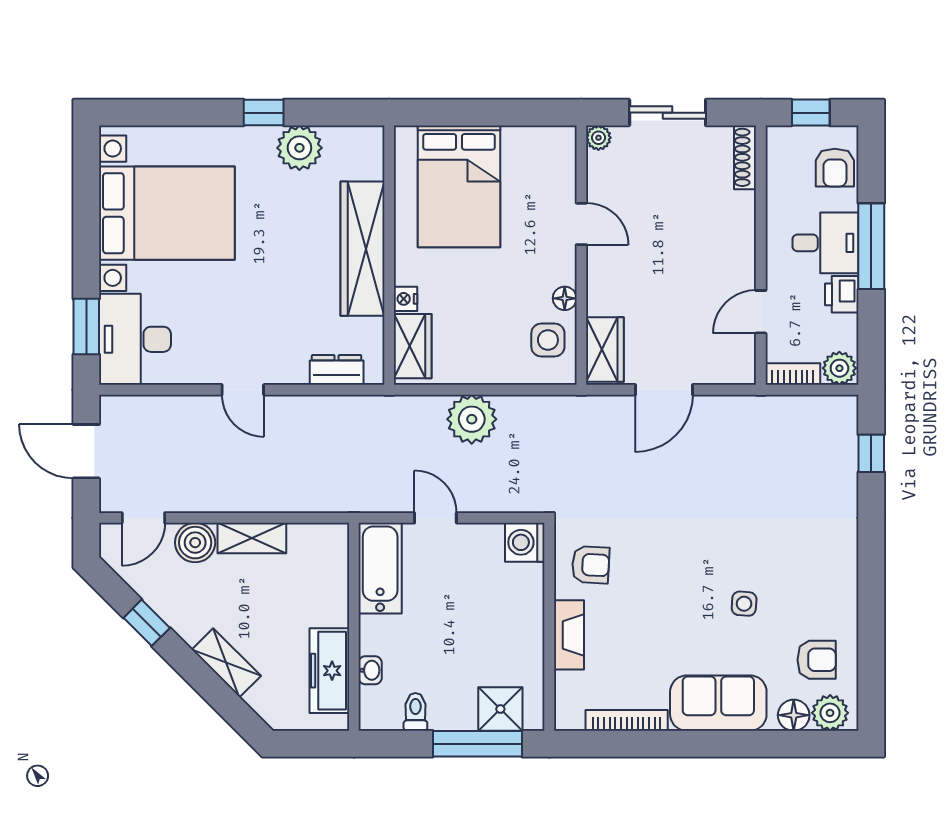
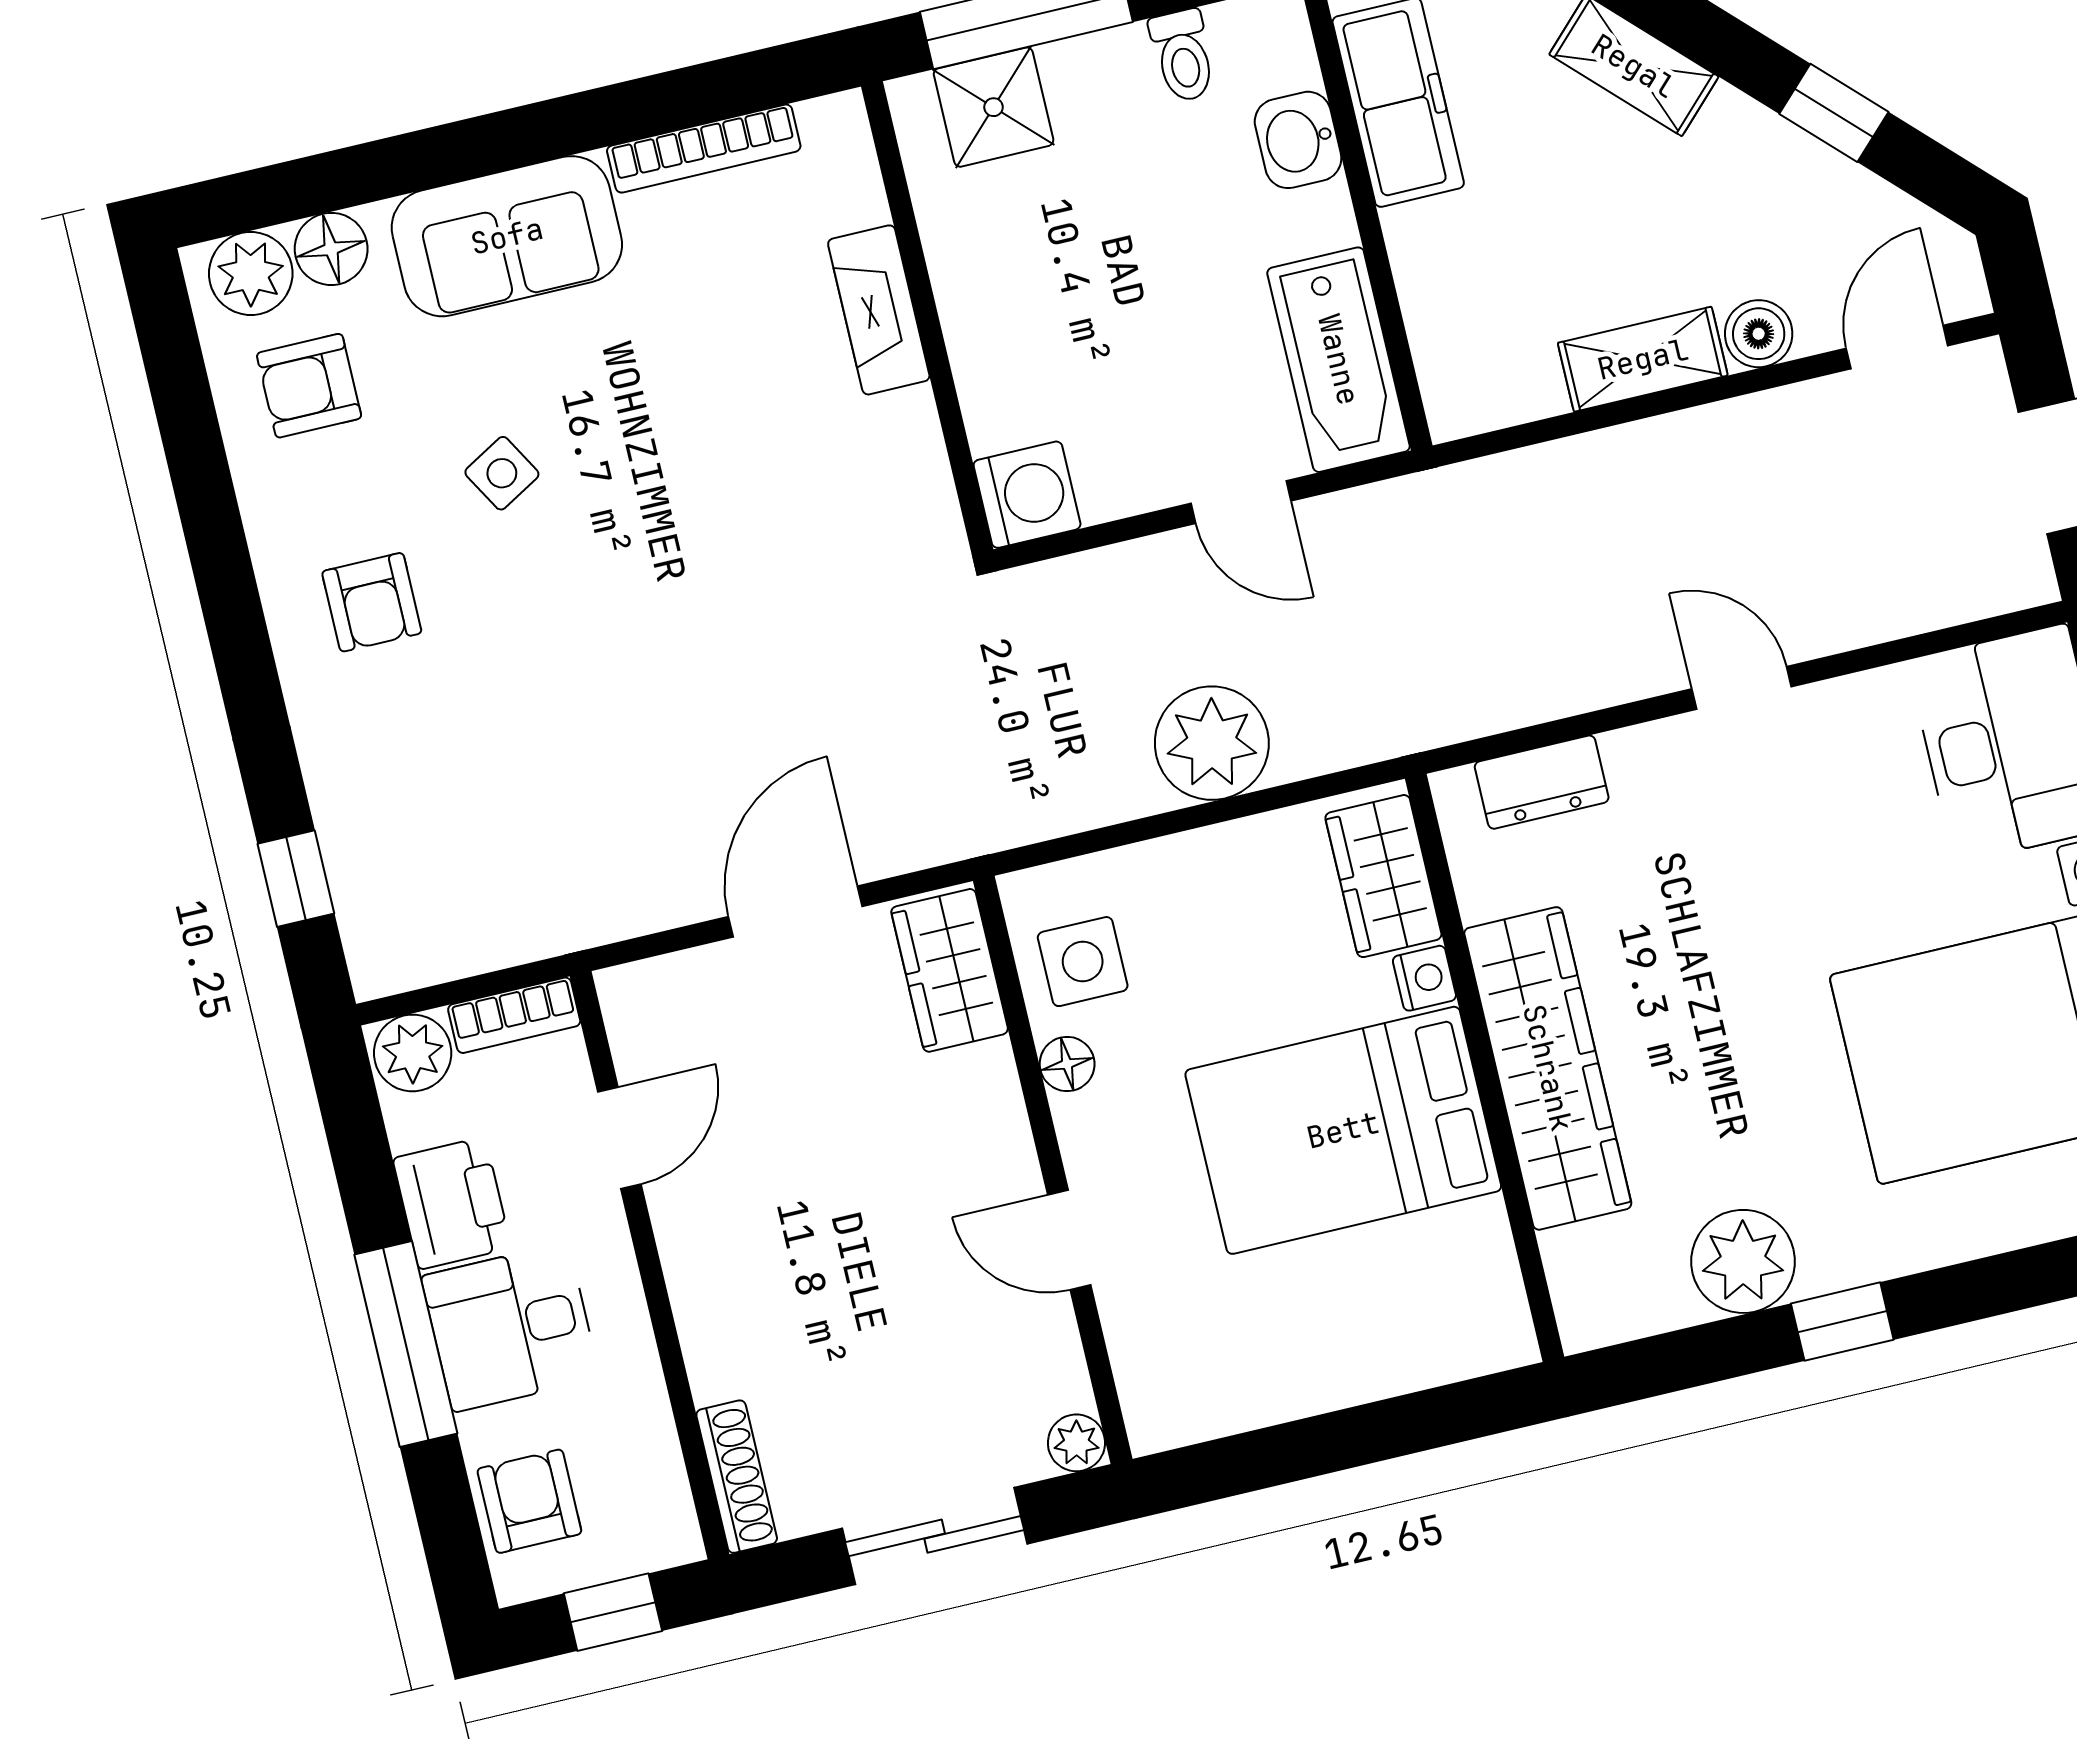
bed: (459, 186) -> (1343, 1130), moved, turned -90
printer: (842, 294) -> (452, 1203), width x1.36, depth x1.24
boiler: (195, 543) -> (1759, 334), width x0.73, depth x0.73
armchair: (591, 565) -> (372, 602), moved, turned -93
side table: (744, 604) -> (502, 473), turned -34
washbasin: (370, 670) -> (1298, 140), width x1.38, depth x1.45

